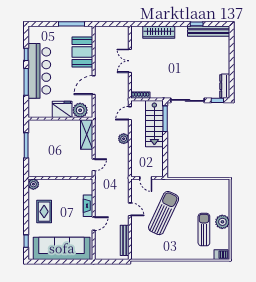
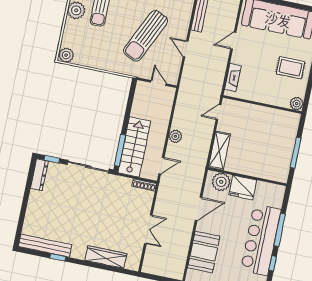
plant: (223, 185) -> (66, 55), added
fireplace: (88, 206) -> (233, 77), moved
rug: (44, 212) -> (290, 68), turned 90

